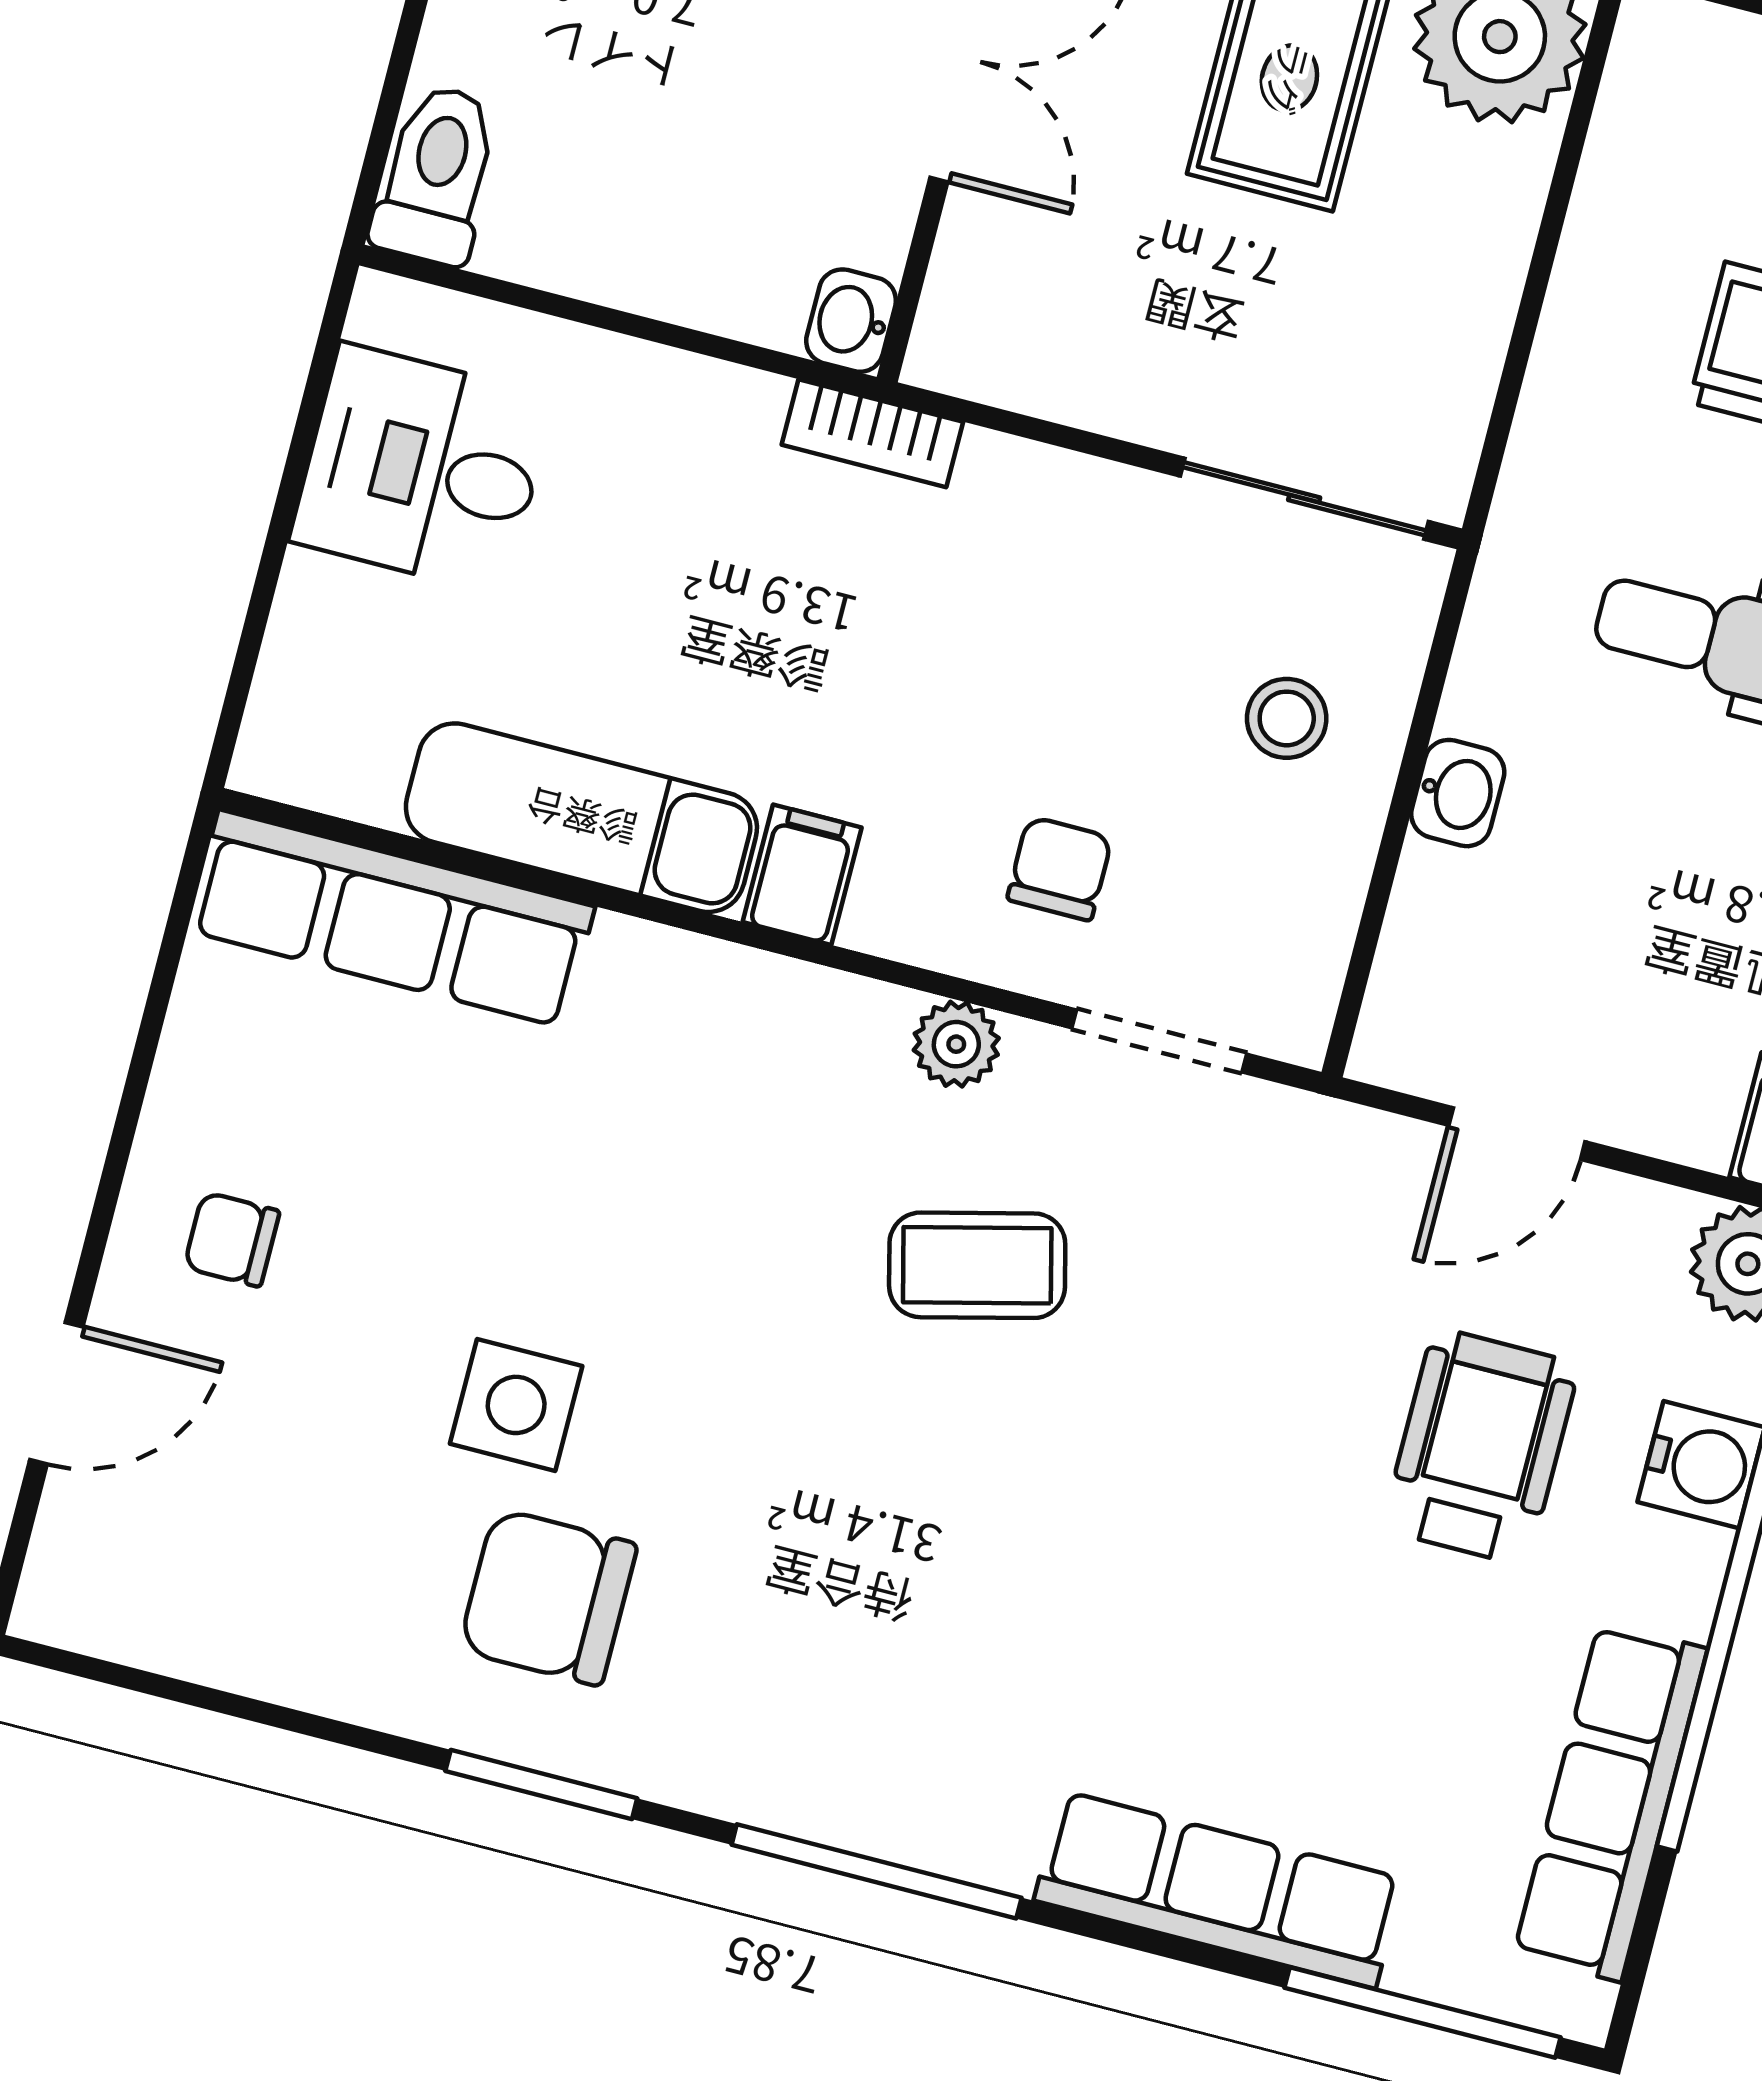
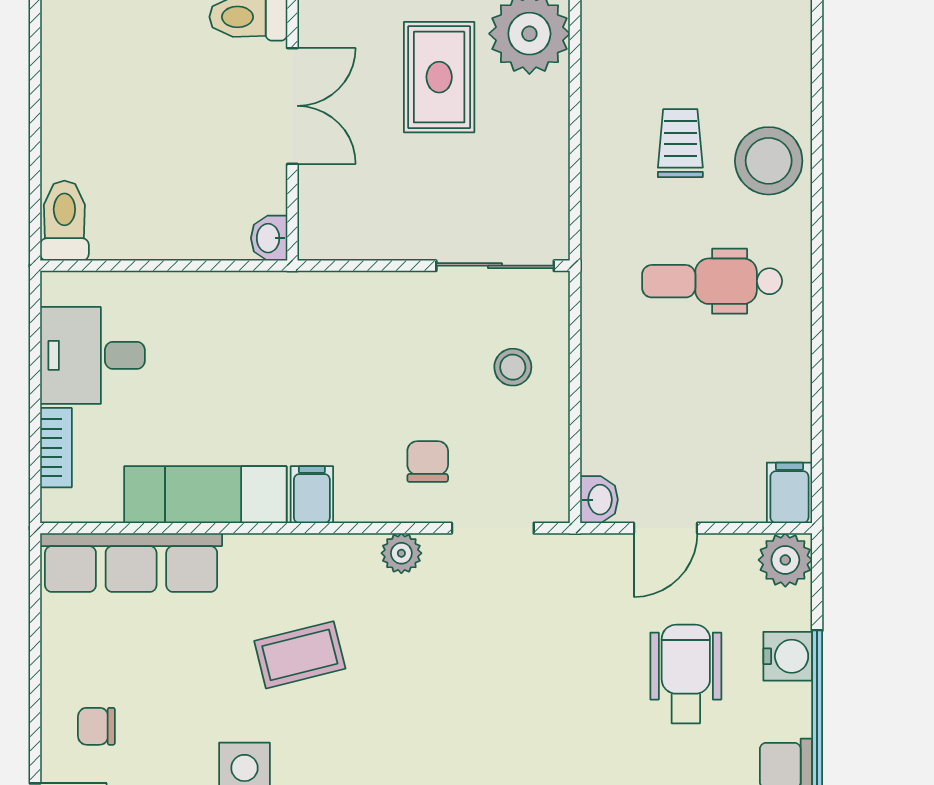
bookcase: (872, 433) -> (56, 448), moved, turned -90
washbasin: (1458, 793) -> (599, 500), moved
coffee table: (977, 1265) -> (300, 655), moved

